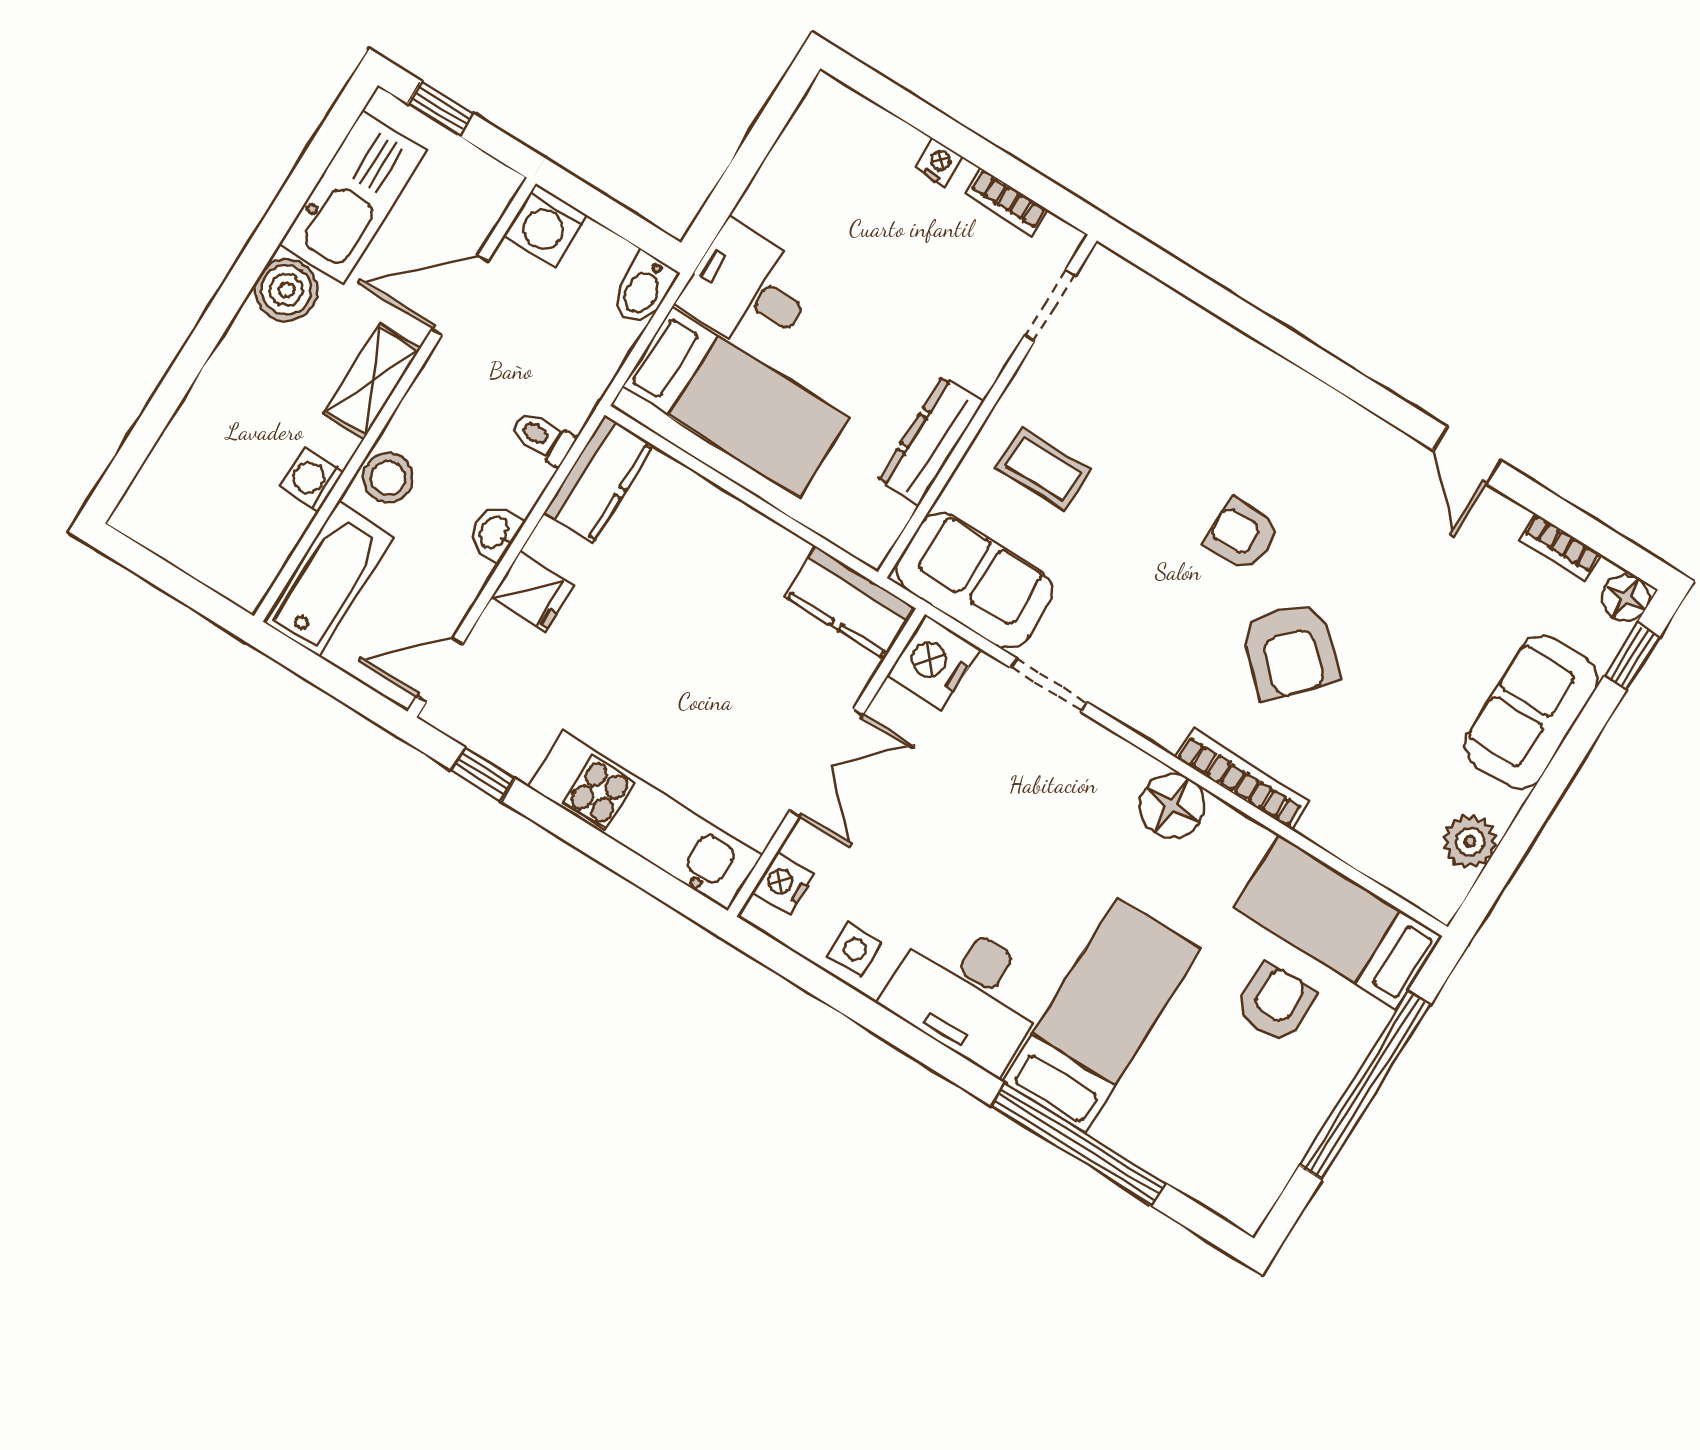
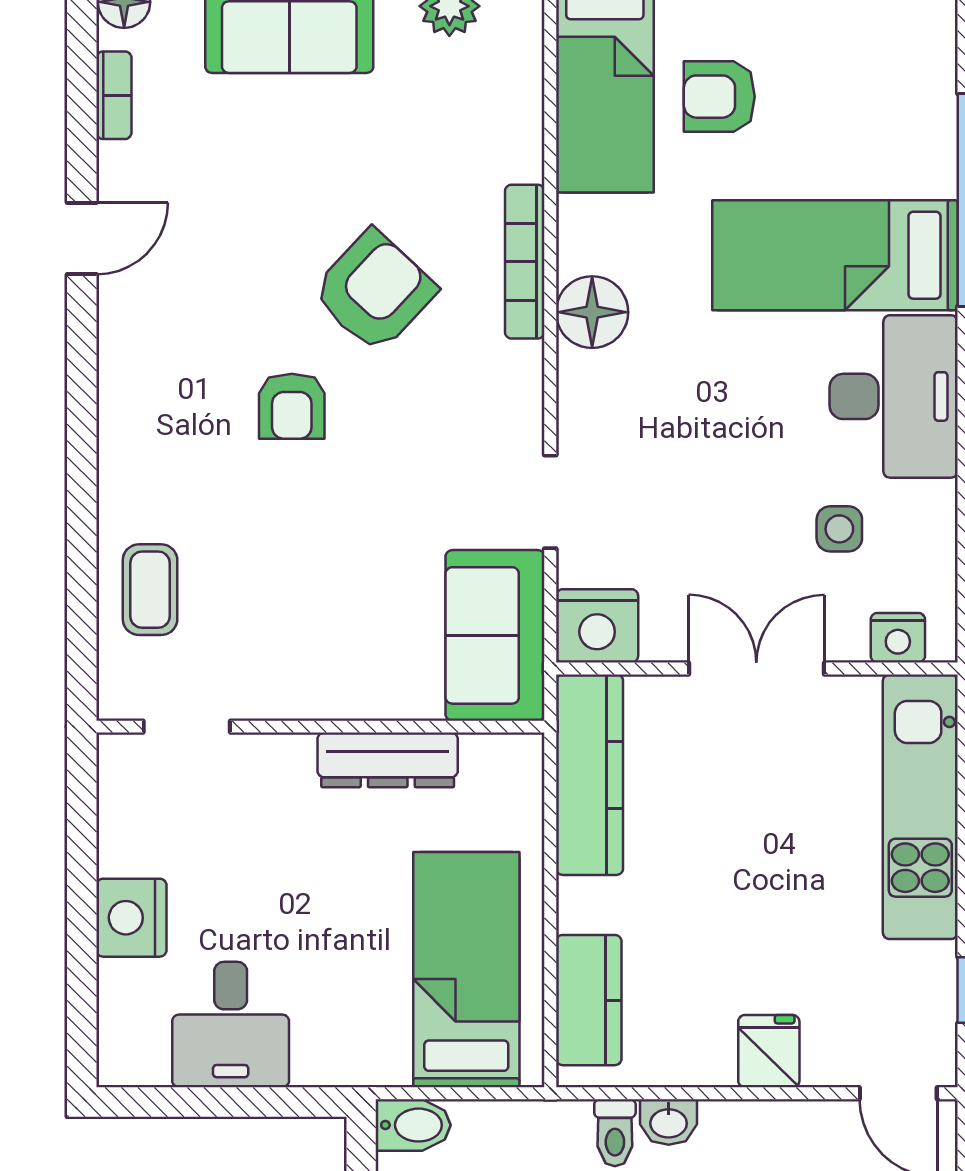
nightstand: (939, 162) -> (131, 918), width x1.89, depth x1.79
bookcase: (1006, 202) -> (114, 830), removed
desk: (749, 289) -> (231, 1025), moved
coffee table: (1043, 469) -> (150, 590), moved
kitchen counter: (599, 479) -> (589, 1000), moved, turned 90
washbasin: (495, 533) -> (669, 1122), moved
kitchen counter: (850, 602) -> (590, 775), width x1.50
side table: (855, 949) -> (839, 529), moved

